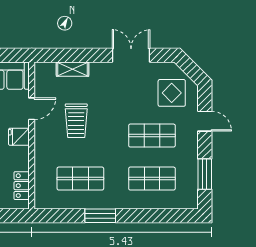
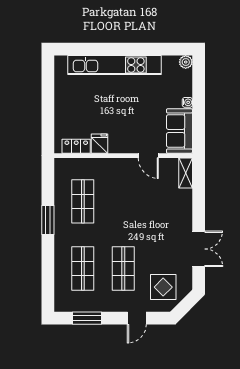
shelving: (73, 69) -> (186, 173), moved
trolley: (76, 121) -> (137, 197), removed
fridge: (19, 137) -> (100, 144), moved

